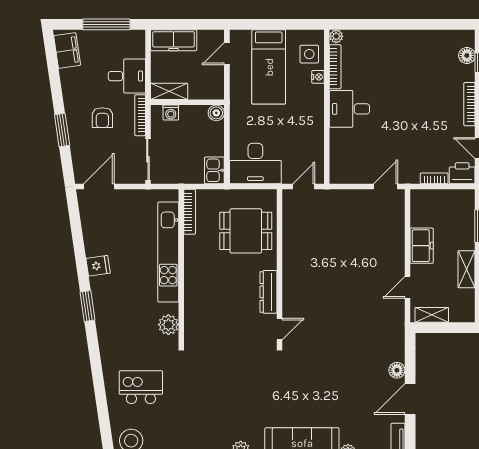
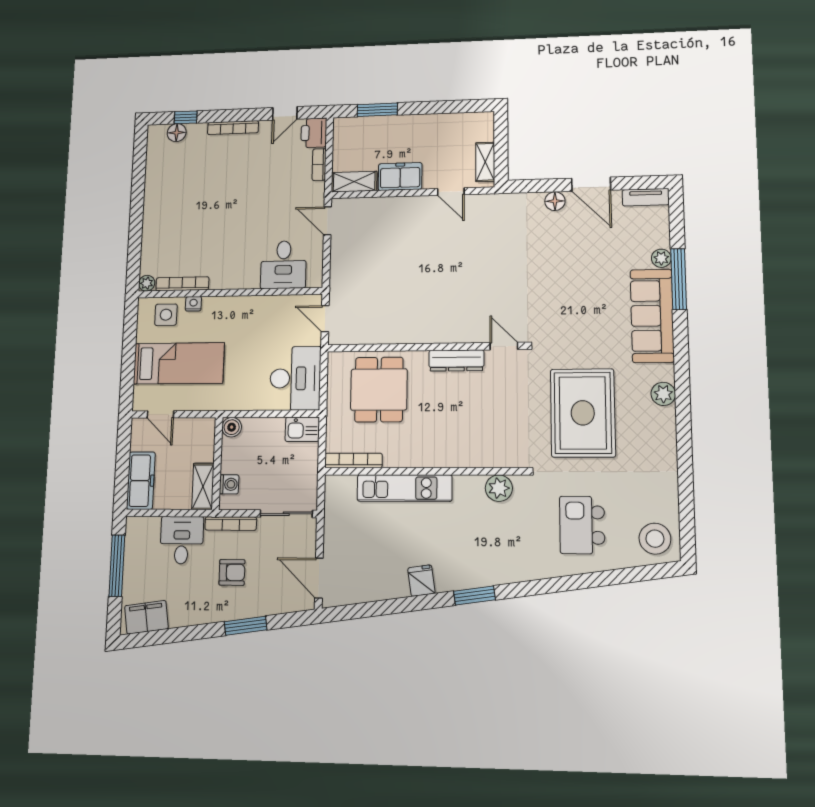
desk: (349, 109) -> (283, 265), moved
kitchen unit: (168, 252) -> (404, 488), width x0.73
shelving: (467, 269) -> (354, 182), moved
rug: (226, 389) -> (583, 413), added

